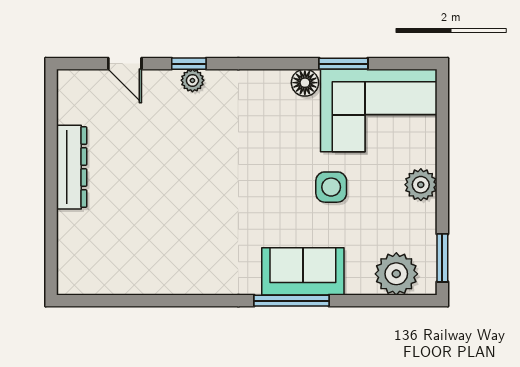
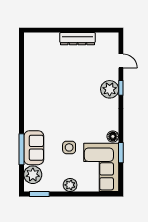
door: (125, 64) -> (121, 61), swing flipped
plant: (192, 80) -> (110, 89), width x1.88, depth x1.88
sofa: (303, 271) -> (34, 148), moved
window: (292, 301) -> (22, 149), moved

